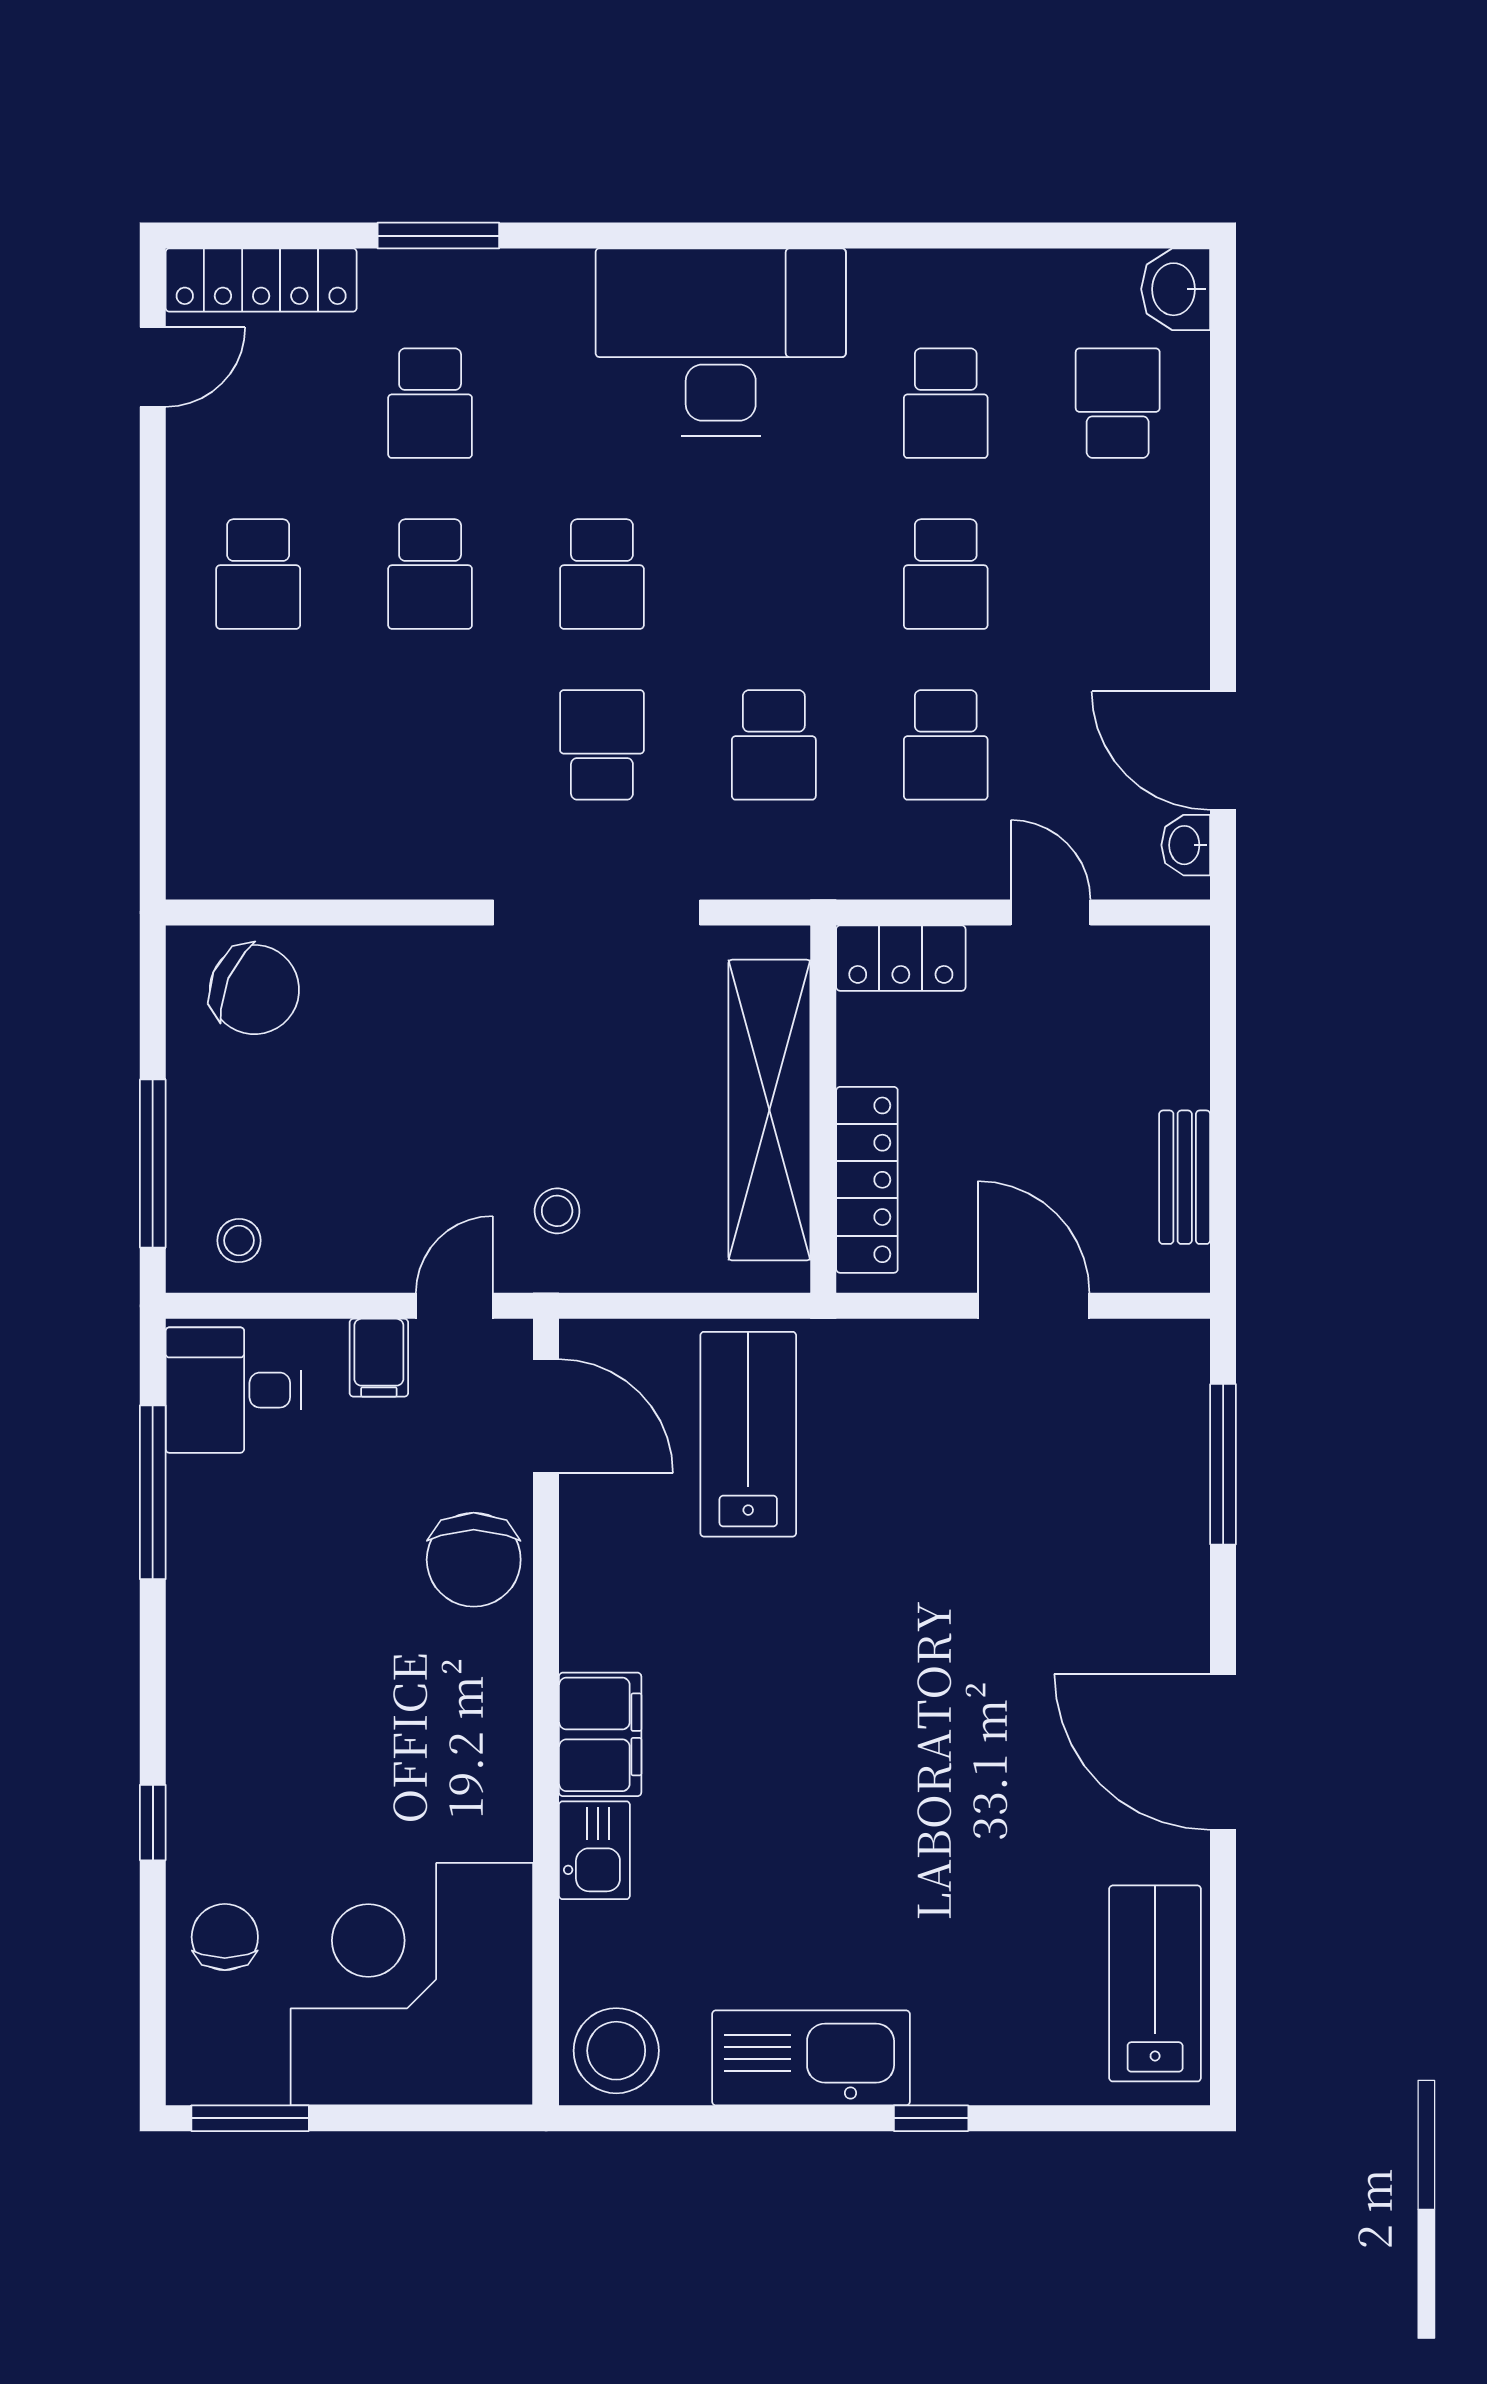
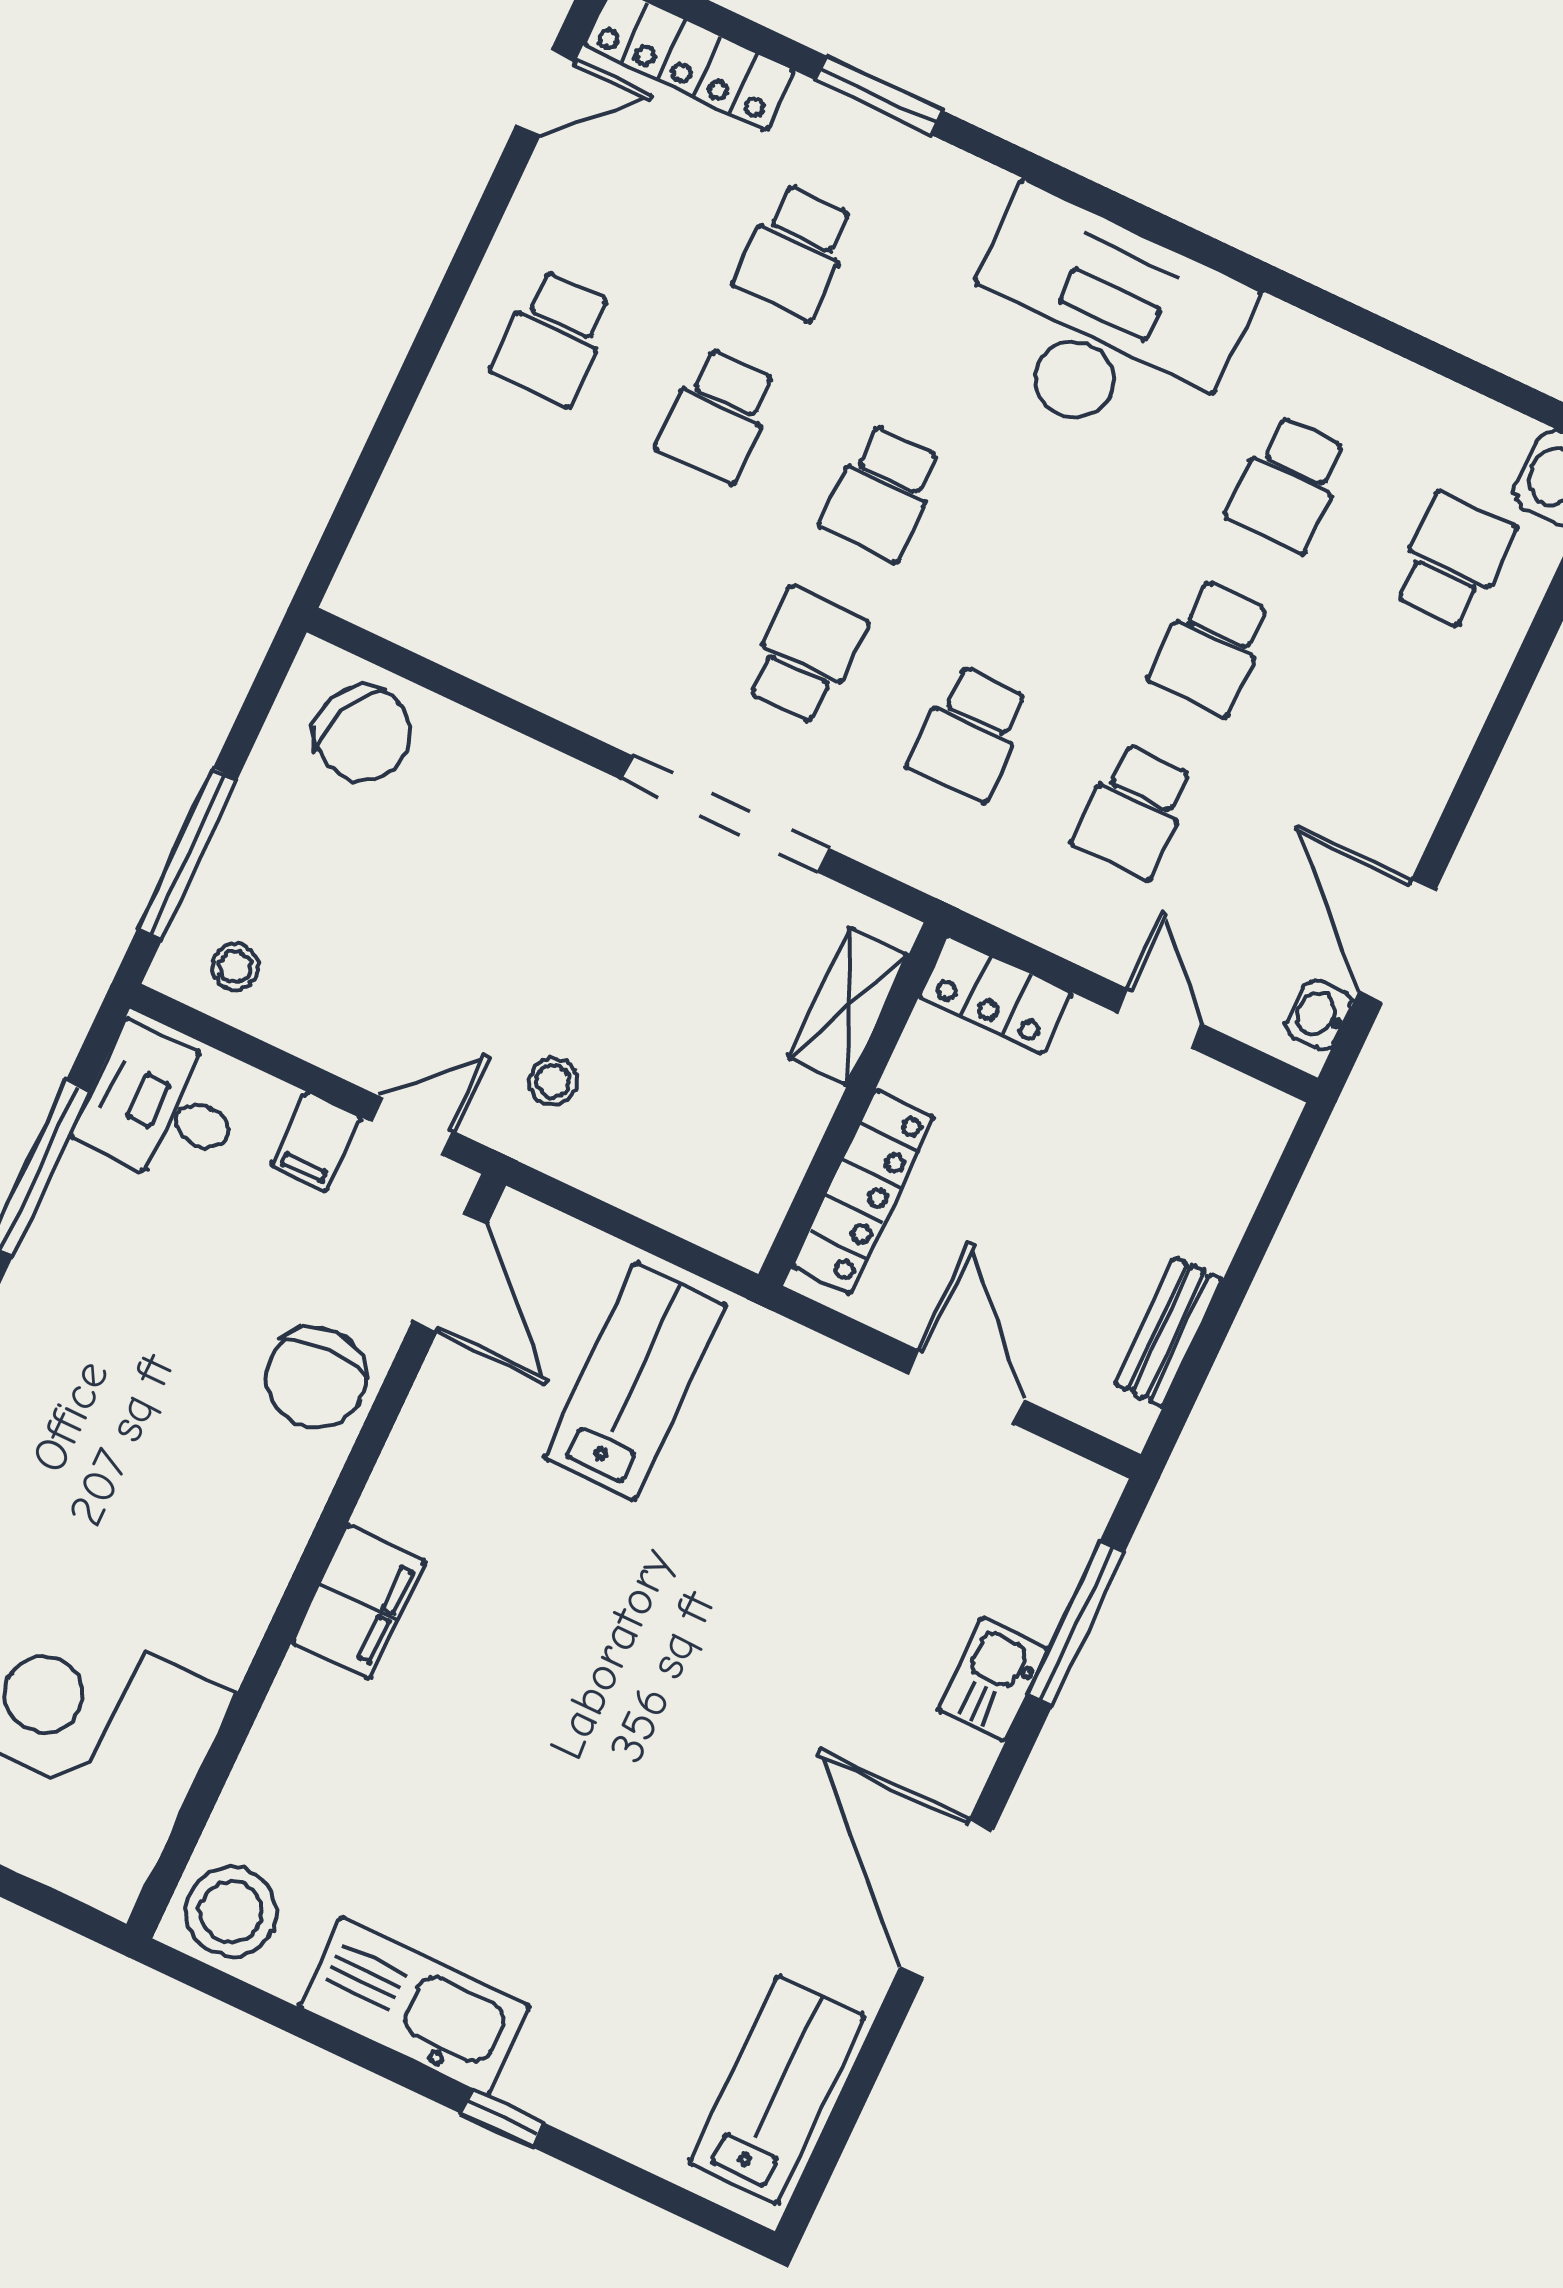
shelving: (769, 1110) -> (848, 1007), width x0.45, depth x0.75
kitchen sink: (594, 1850) -> (993, 1680), moved, turned 180

